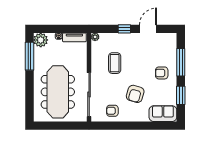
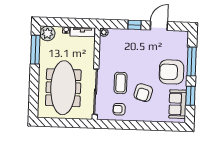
coffee table: (115, 63) -> (121, 83), moved
armchair: (162, 73) -> (171, 72), width x1.88, depth x1.88
sofa: (163, 114) -> (178, 104), moved, turned -90

